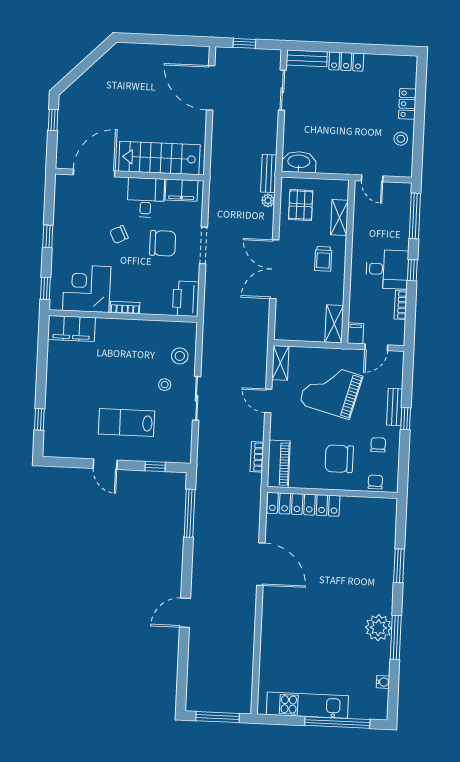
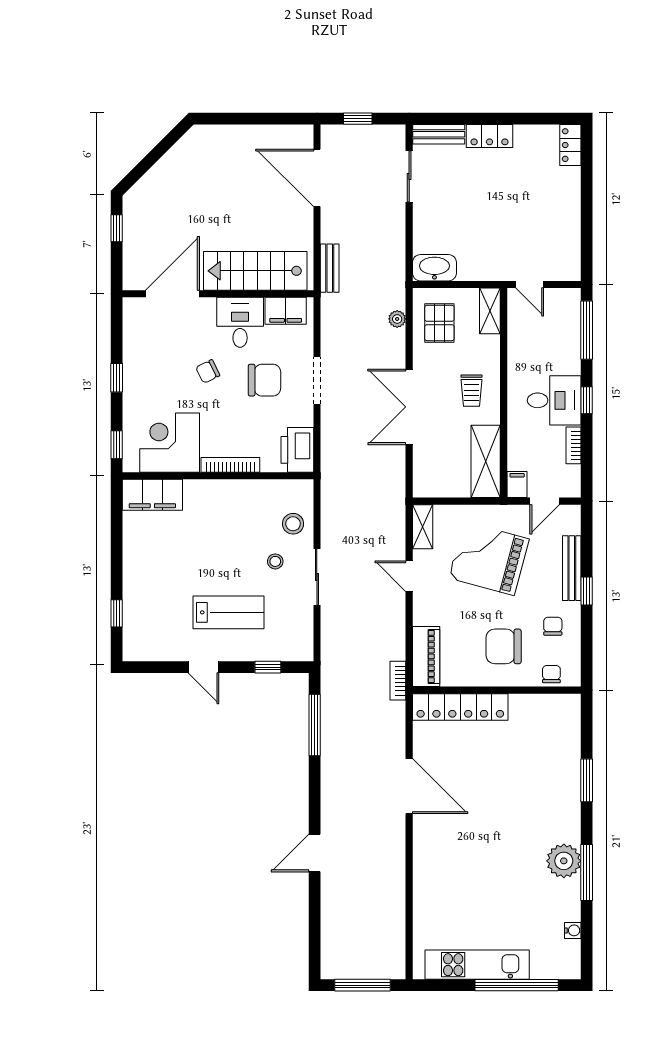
locker: (407, 104) -> (570, 145), moved
stool: (401, 139) -> (564, 232), removed
bench: (269, 173) -> (330, 268), moved
shelving: (339, 217) -> (490, 311), moved
bookcase: (125, 308) -> (230, 465), width x1.56
shelving: (334, 324) -> (486, 461), width x1.50, depth x1.33
bench: (395, 407) -> (572, 568), width x1.36
lab bench: (126, 423) -> (228, 612), turned 180
bookcase: (257, 457) -> (398, 681), moved

